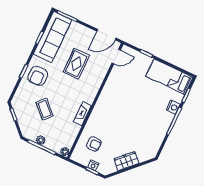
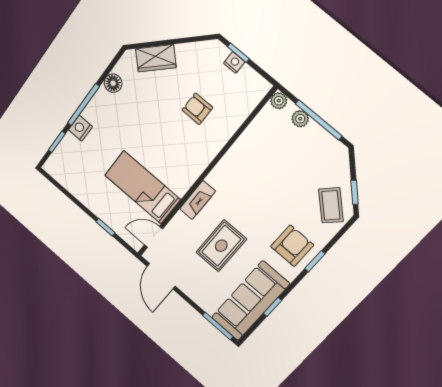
door: (107, 35) -> (161, 276), swing flipped
bed: (169, 77) -> (142, 187), moved, turned 180
coffee table: (45, 109) -> (331, 205), moved
fireplace: (82, 114) -> (198, 200), moved
floor lamp: (159, 138) -> (113, 83), added
plant: (41, 140) -> (300, 119), moved
armchair: (94, 144) -> (197, 109), moved
wardrobe: (126, 161) -> (156, 58), moved

